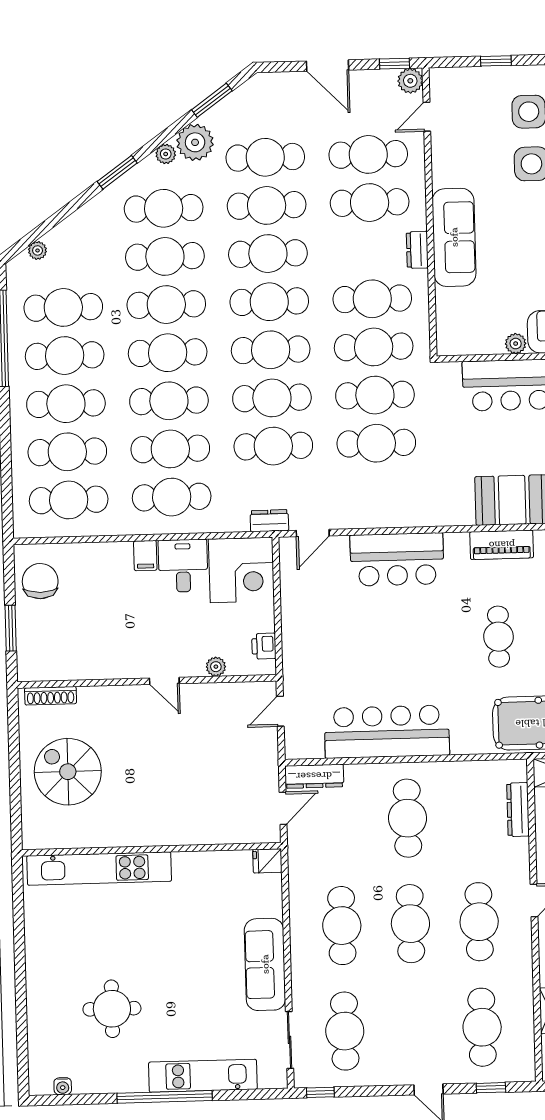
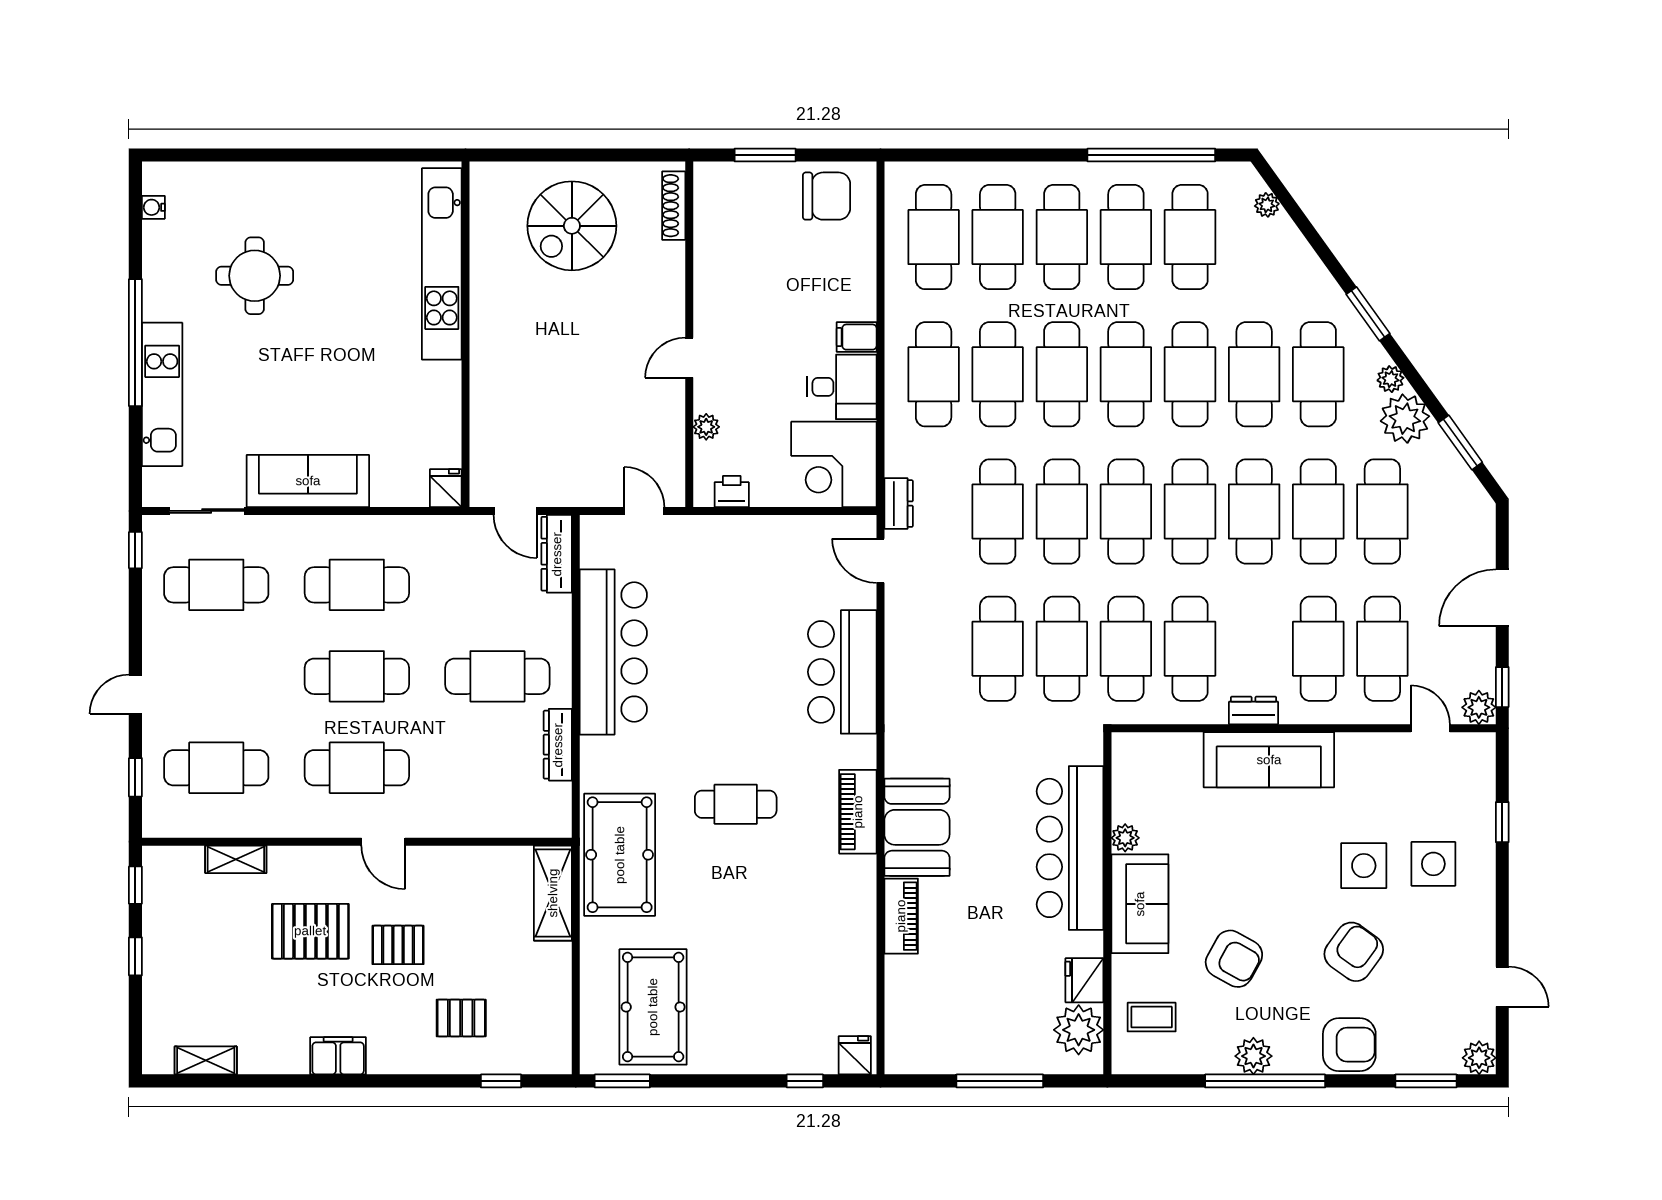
spiral stairs: (68, 772) -> (572, 226), turned 180
dresser: (518, 810) -> (558, 745), moved, turned -90

